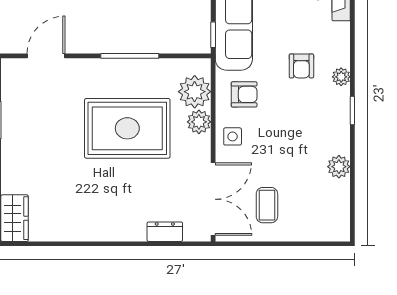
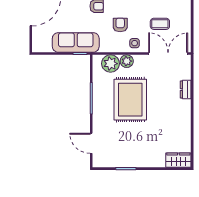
armchair: (244, 94) -> (120, 25), moved
coffee table: (267, 205) -> (160, 24), moved
dresser: (165, 232) -> (186, 90), moved

